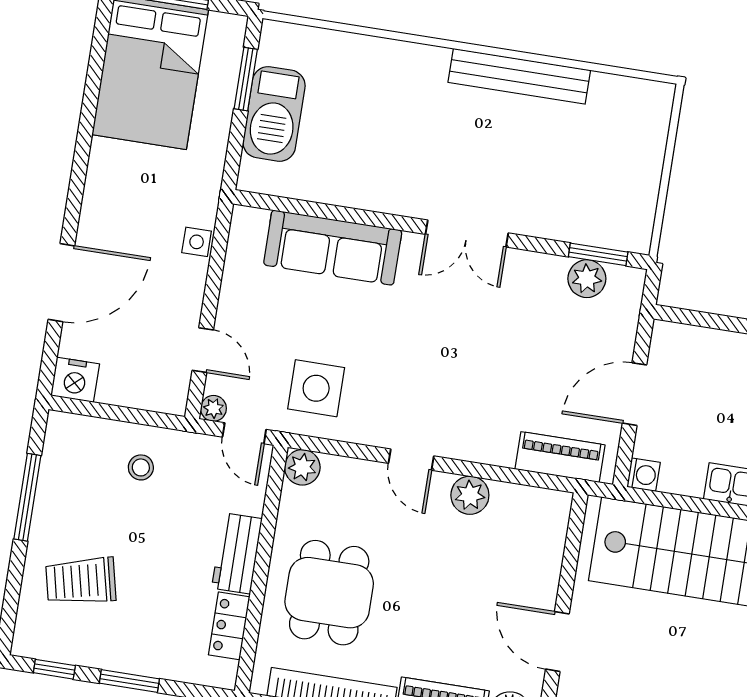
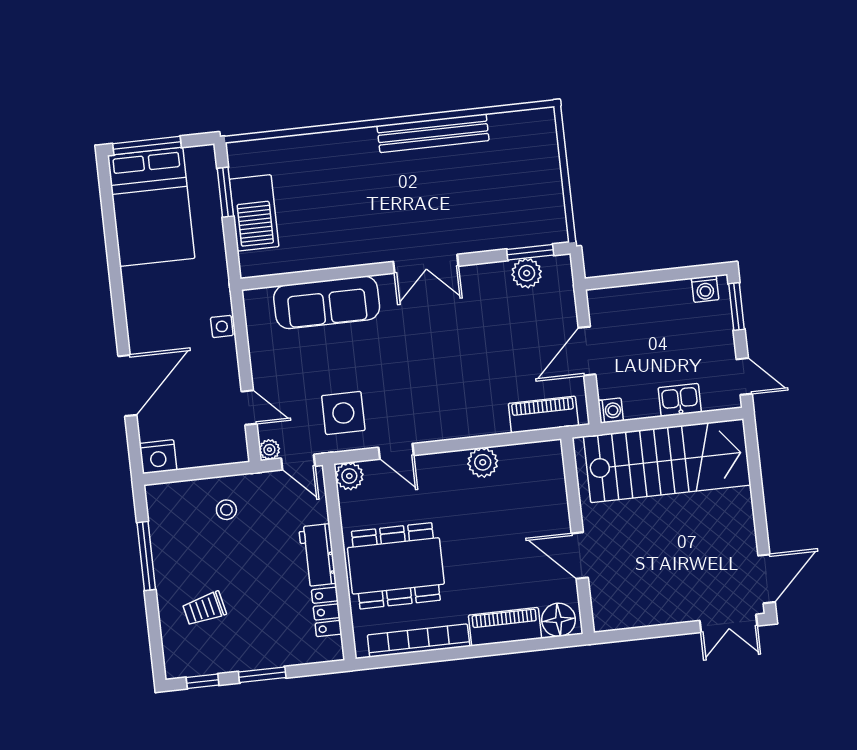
door: (411, 460) -> (396, 451), moved
trolley: (81, 581) -> (204, 609), width x0.73, depth x0.72
dining table: (329, 593) -> (396, 566), width x1.38

